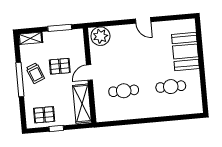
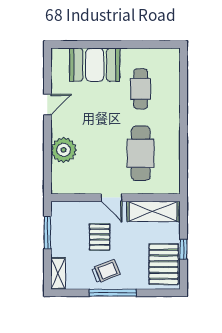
door: (143, 20) -> (47, 104), moved
plant: (100, 36) -> (64, 150), moved
cafe table: (124, 91) -> (141, 153), width x1.37, depth x1.35
pallet: (44, 115) -> (164, 264), width x1.50, depth x1.42

